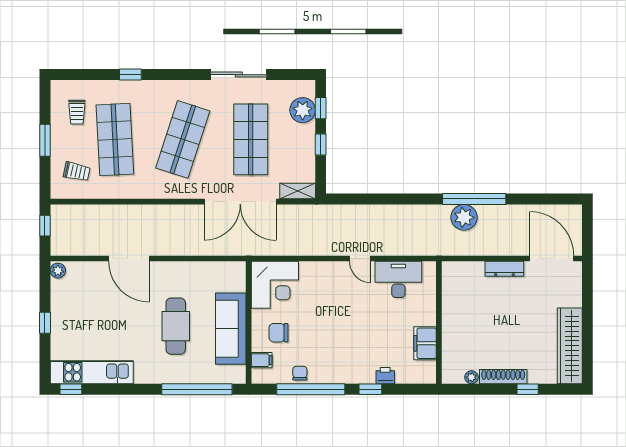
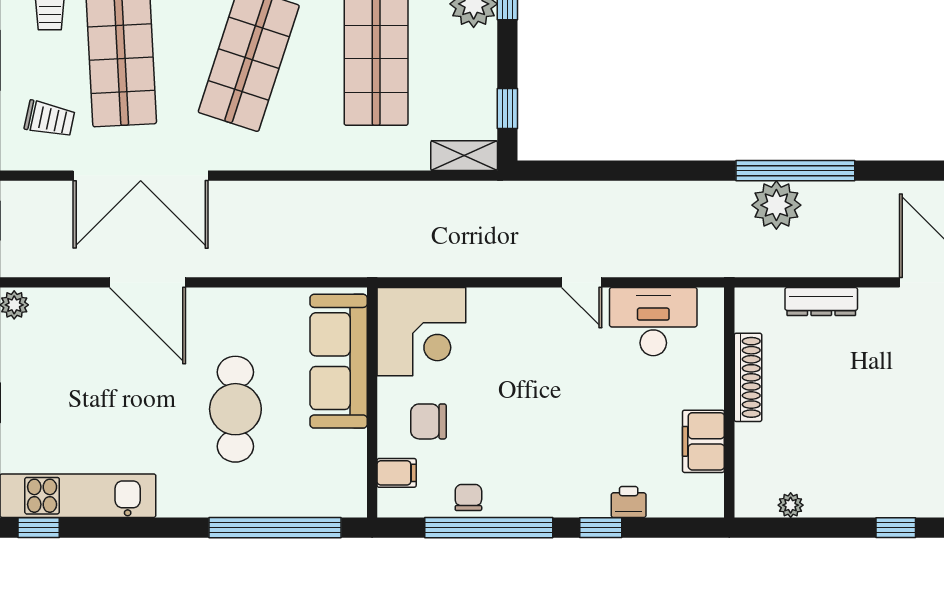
window: (321, 145) -> (507, 108), moved
double door: (240, 202) -> (141, 176), moved
dresser: (504, 269) -> (821, 301), moved
sofa: (231, 329) -> (339, 361), moved
shoe rack: (503, 377) -> (748, 377), moved, turned 90

